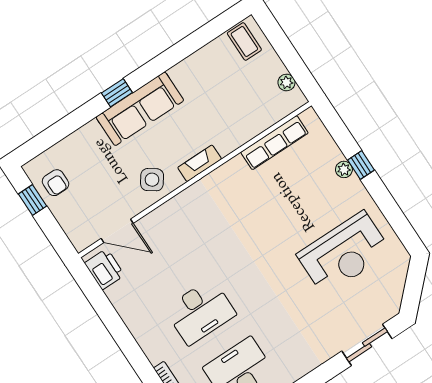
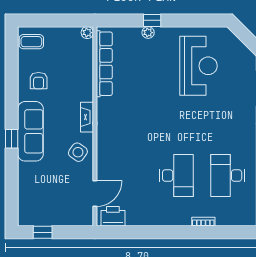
plant: (286, 83) -> (87, 33), moved
row of seats: (274, 143) -> (104, 64), width x1.36
armchair: (56, 183) -> (39, 81), moved, turned 90

